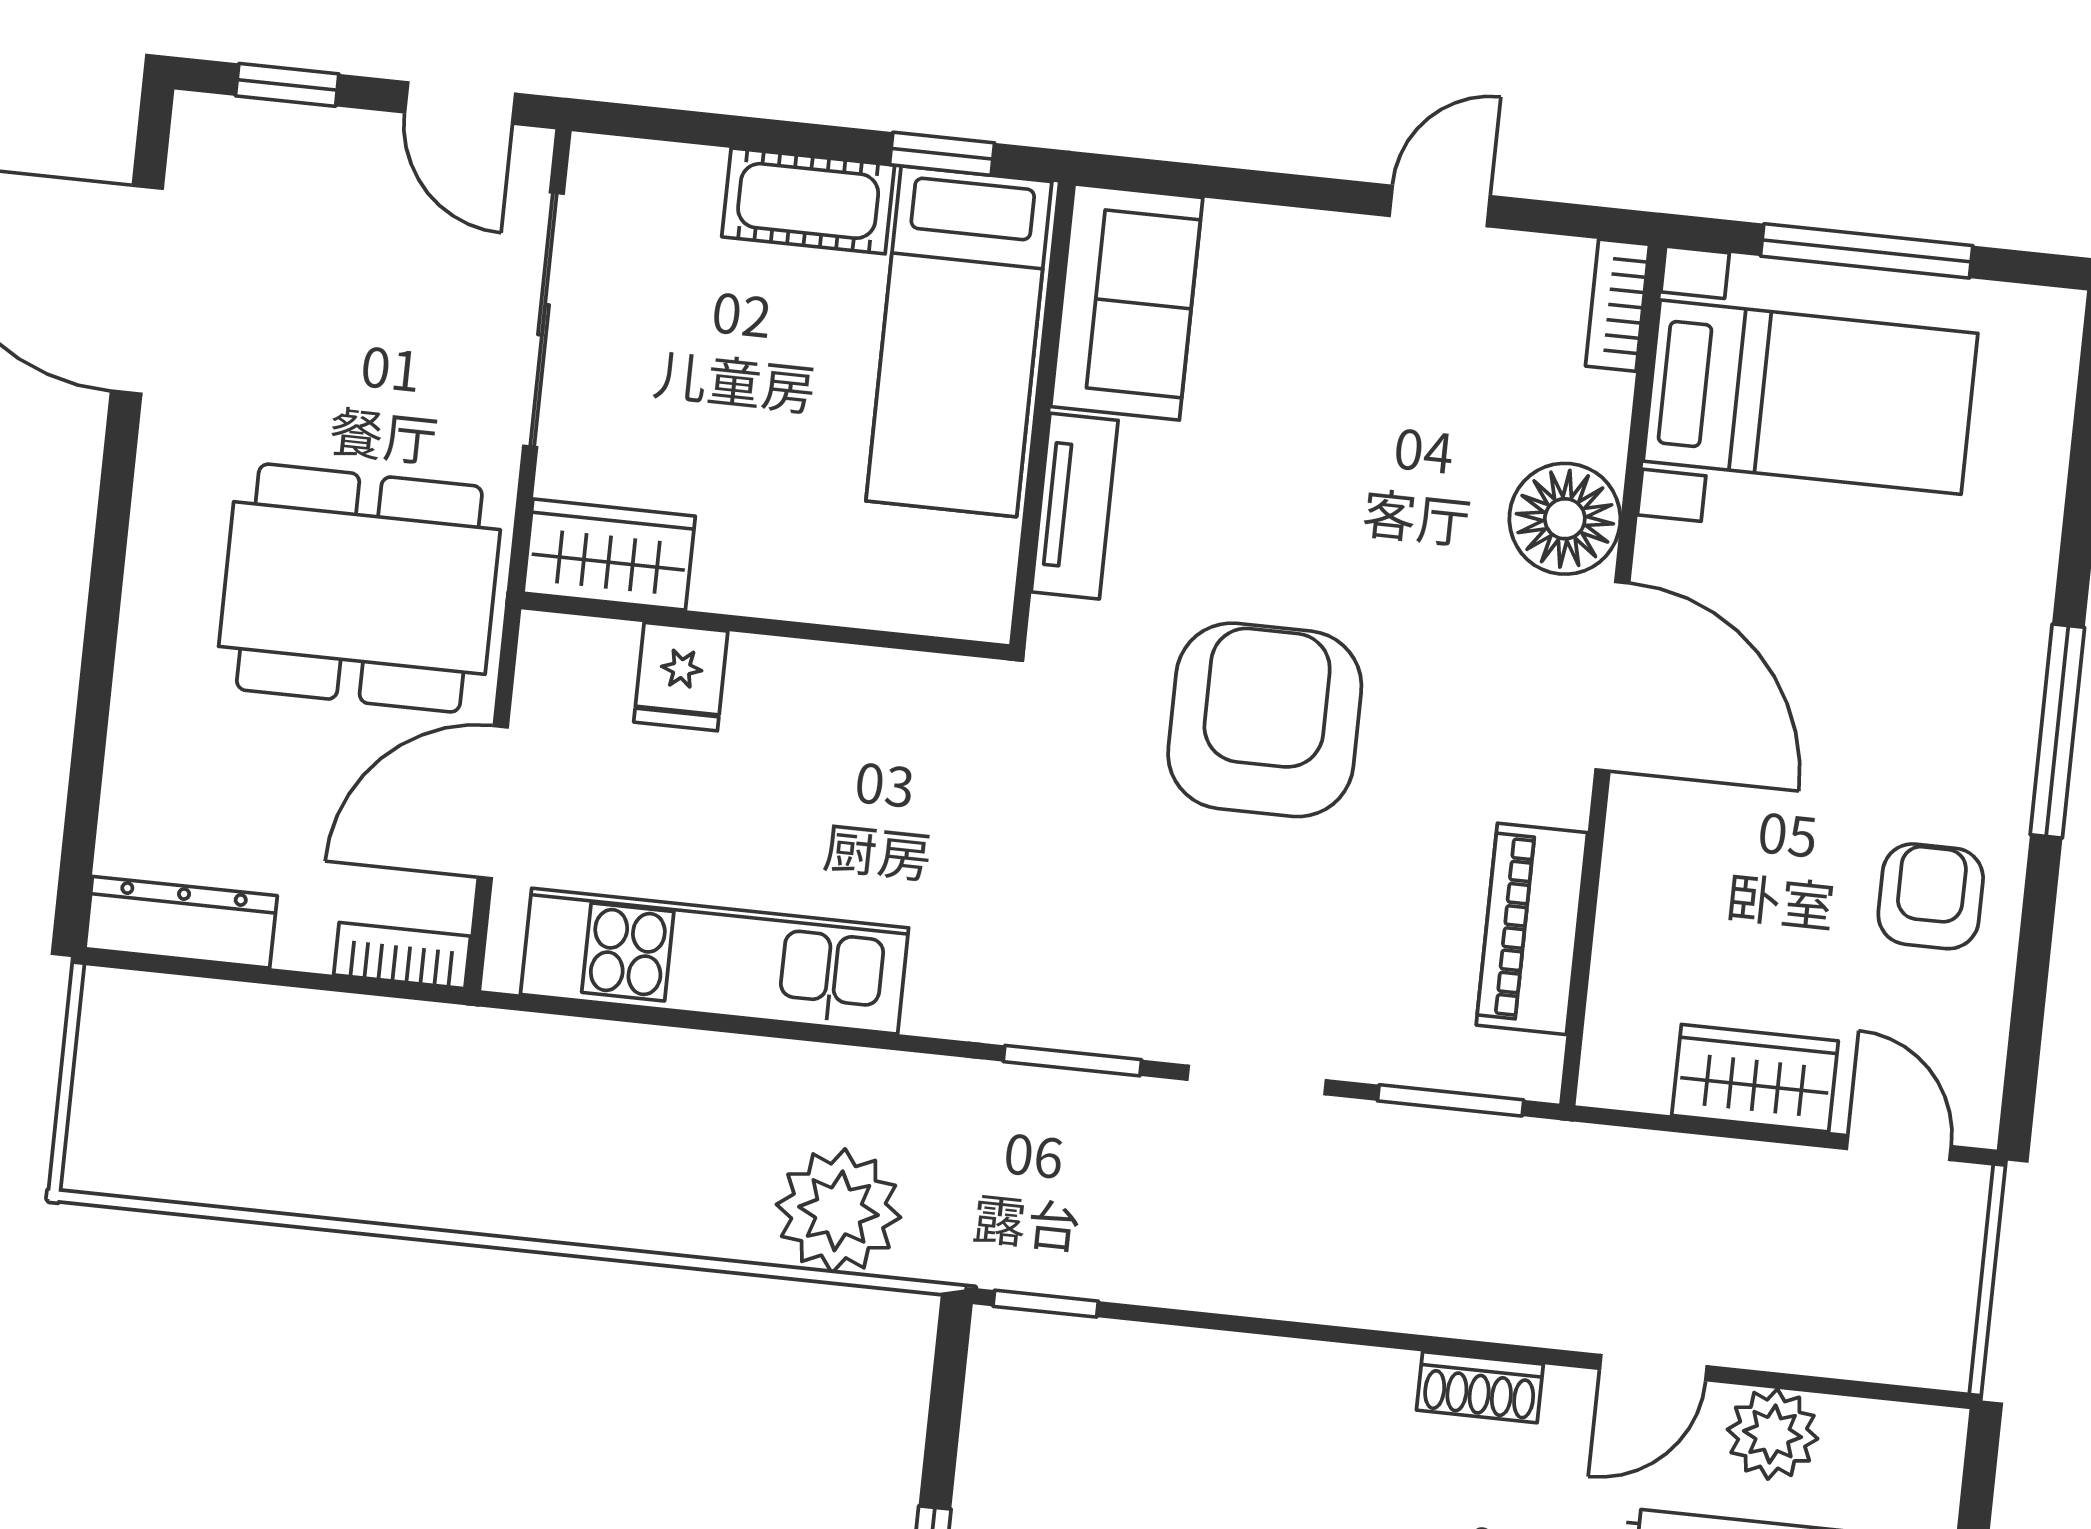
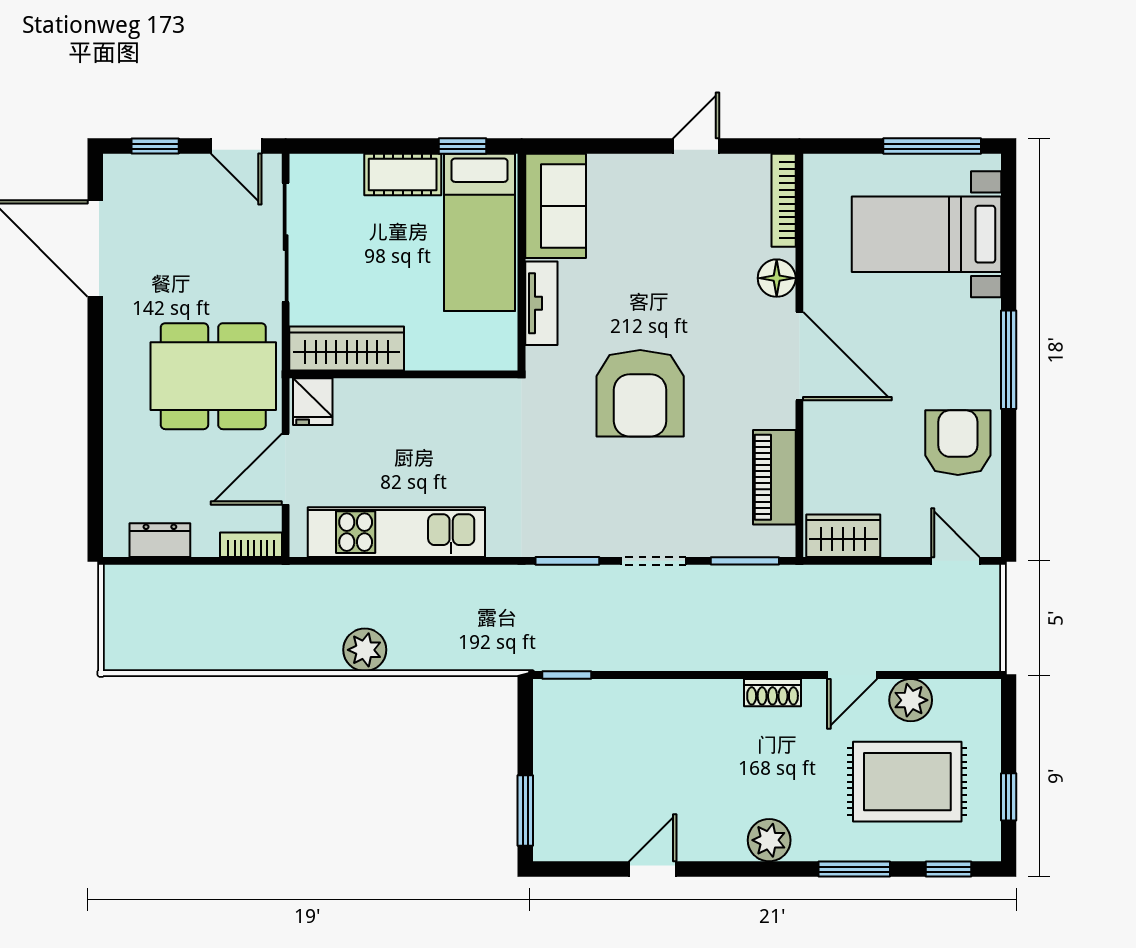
window: (1867, 251) -> (932, 146), moved
bookcase: (1617, 305) -> (784, 200), width x1.56
bed with nightstands: (1811, 397) -> (926, 234), moved, turned 180
floor lamp: (1565, 519) -> (777, 278), width x0.73, depth x0.73
wardrobe: (609, 555) -> (347, 348), width x1.50
fridge: (681, 677) -> (313, 402), moved
armchair: (1265, 720) -> (640, 393), turned 180
armchair: (1931, 896) -> (958, 443), width x1.38, depth x1.38
dresser: (181, 922) -> (160, 540), width x0.70
wardrobe: (1755, 1078) -> (843, 536), moved
plant: (839, 1211) -> (365, 650), moved, width x0.73, depth x0.73

